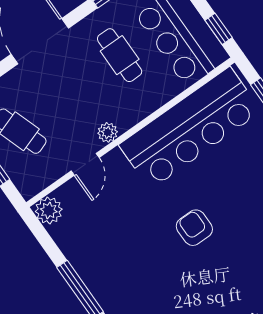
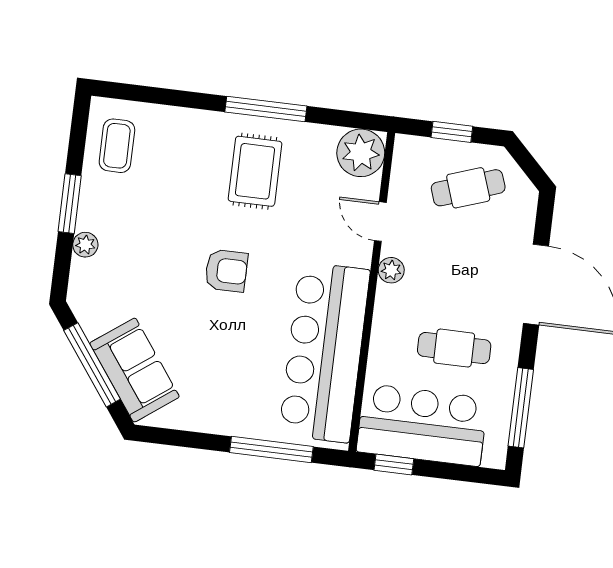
plant: (49, 210) -> (361, 153), width x1.36, depth x1.36
rug: (122, 263) -> (255, 171), added

